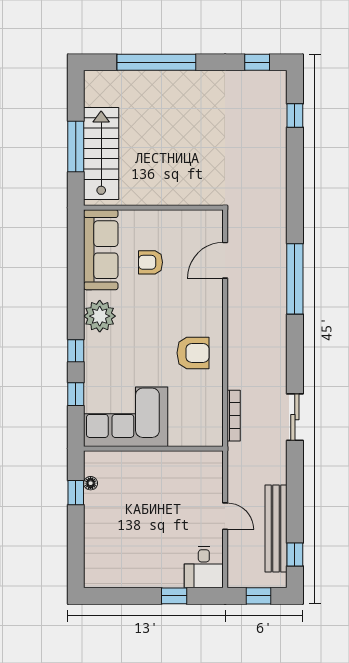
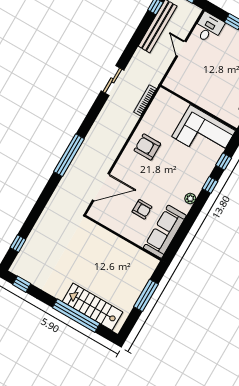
stairs: (101, 153) -> (93, 307), moved, turned 90
door: (225, 260) -> (101, 187), width x1.36
plant: (100, 316) -> (190, 198), width x0.53, depth x0.53

